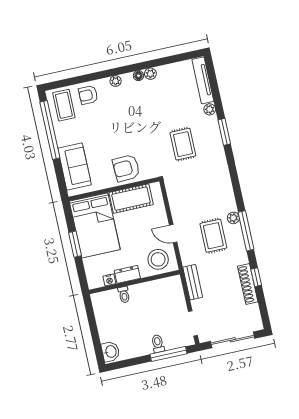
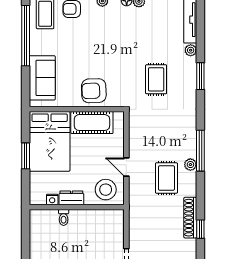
window: (246, 231) -> (200, 151), moved
bench: (193, 282) -> (135, 220), removed
shoe rack: (248, 284) -> (190, 218), moved

